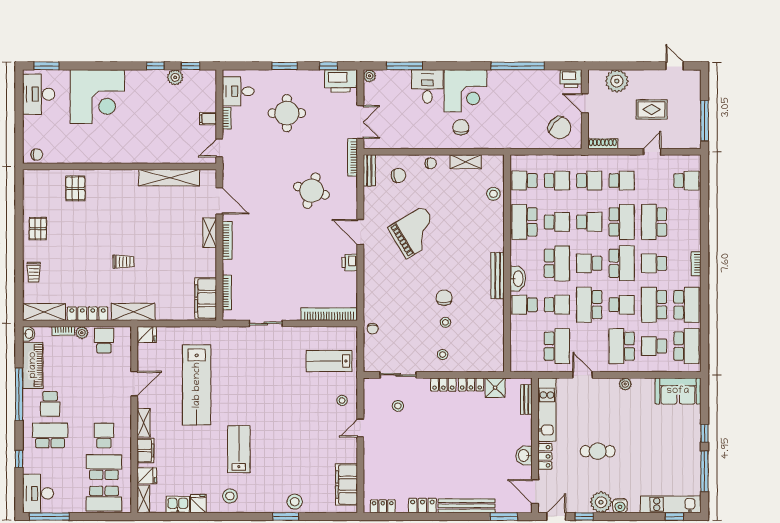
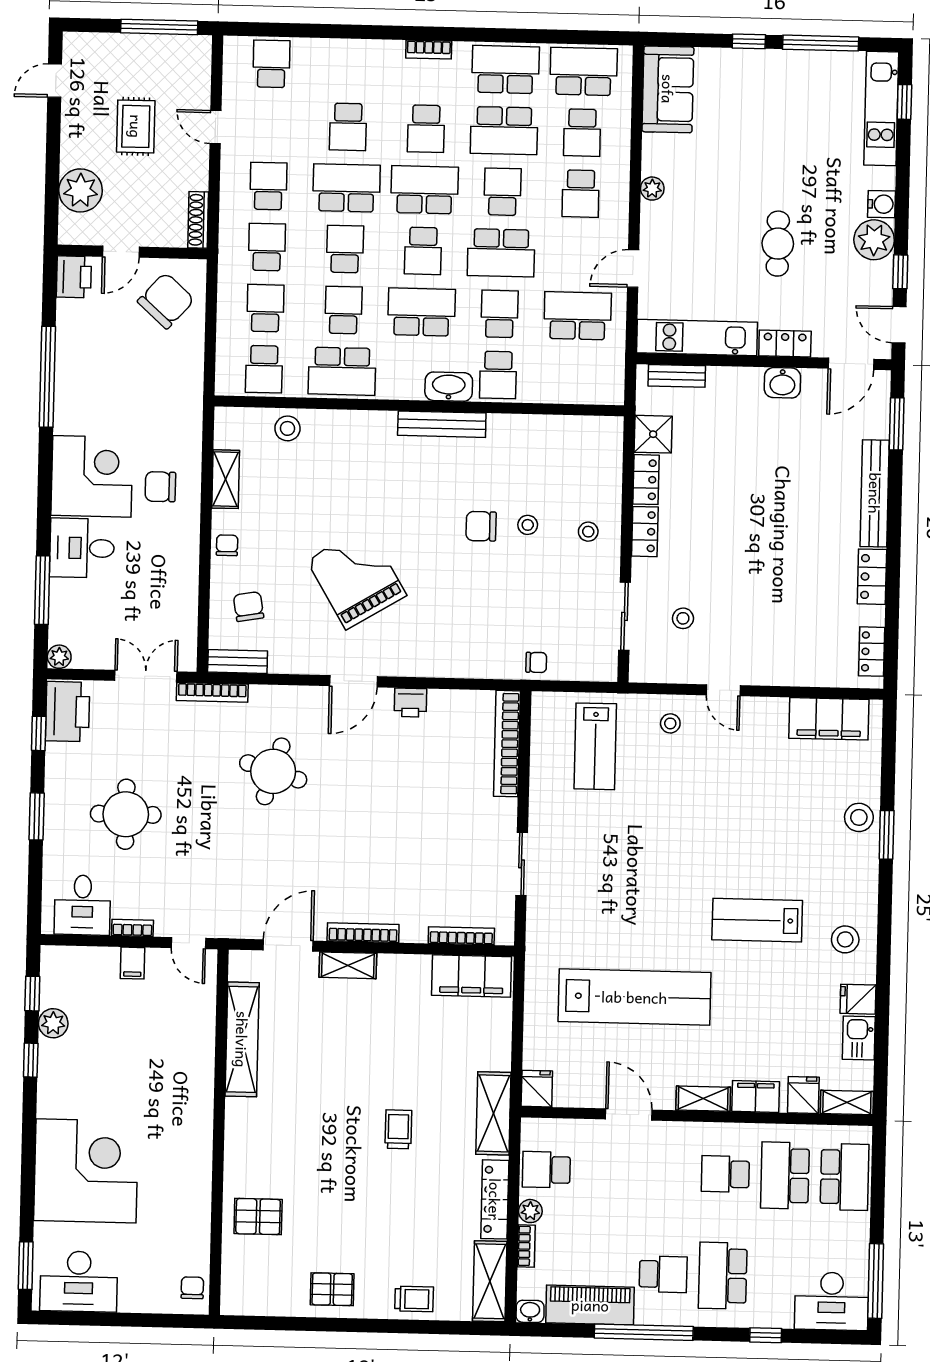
school desk: (654, 222) -> (348, 127), width x0.54
school desk: (622, 346) -> (581, 194), width x0.54

